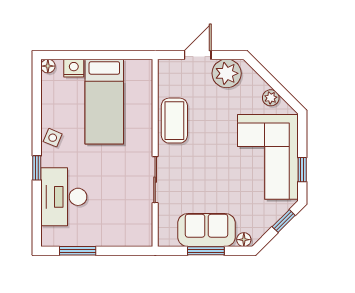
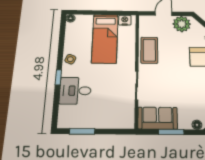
nightstand: (74, 68) -> (125, 20), moved
desk: (64, 197) -> (75, 91), width x0.73
sofa: (207, 230) -> (158, 118), moved

